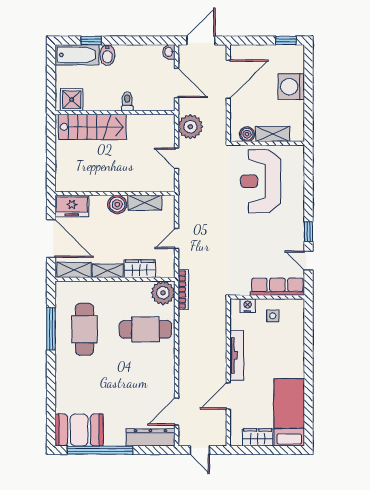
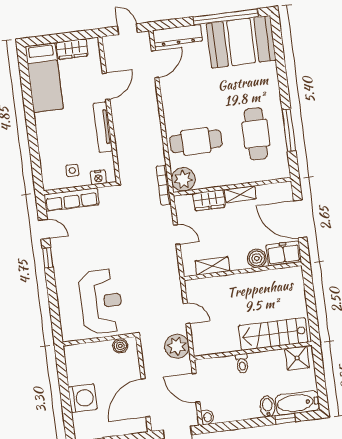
shelving: (273, 134) -> (95, 349), removed
boiler: (117, 204) -> (257, 258), moved
door: (176, 239) -> (177, 235), hinge flipped
shelving: (74, 270) -> (274, 191), removed
booth: (79, 430) -> (241, 42), width x1.36, depth x1.42

